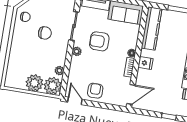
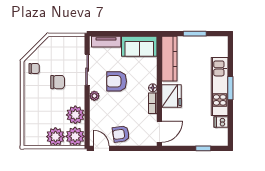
fridge: (145, 63) -> (171, 96), width x1.88, depth x1.34
plant: (59, 71) -> (75, 115), width x1.88, depth x1.88
armchair: (95, 91) -> (121, 134), turned -98

